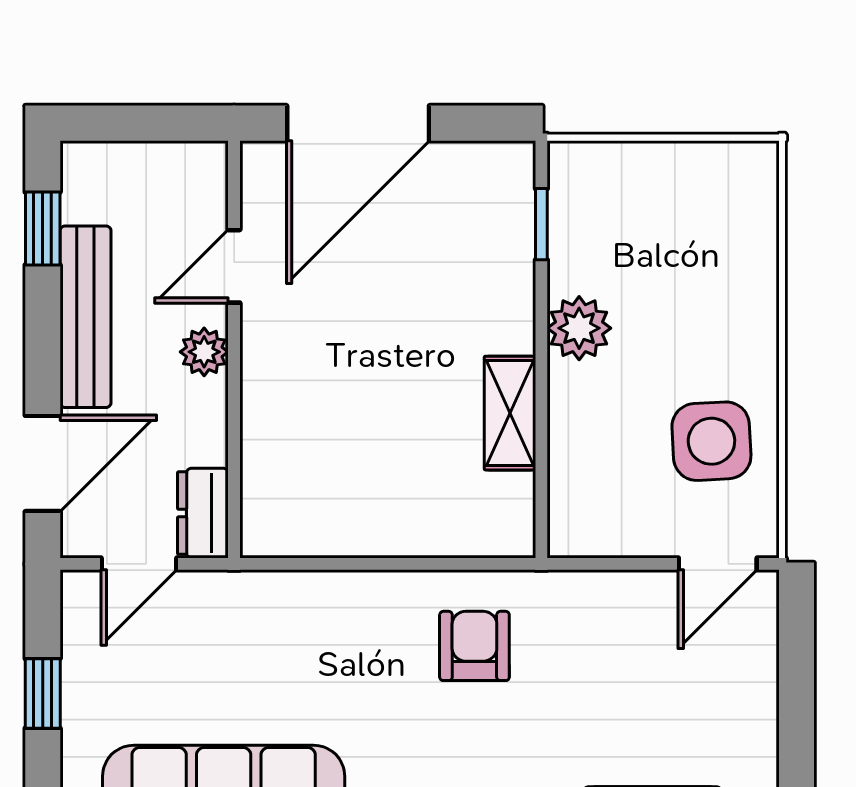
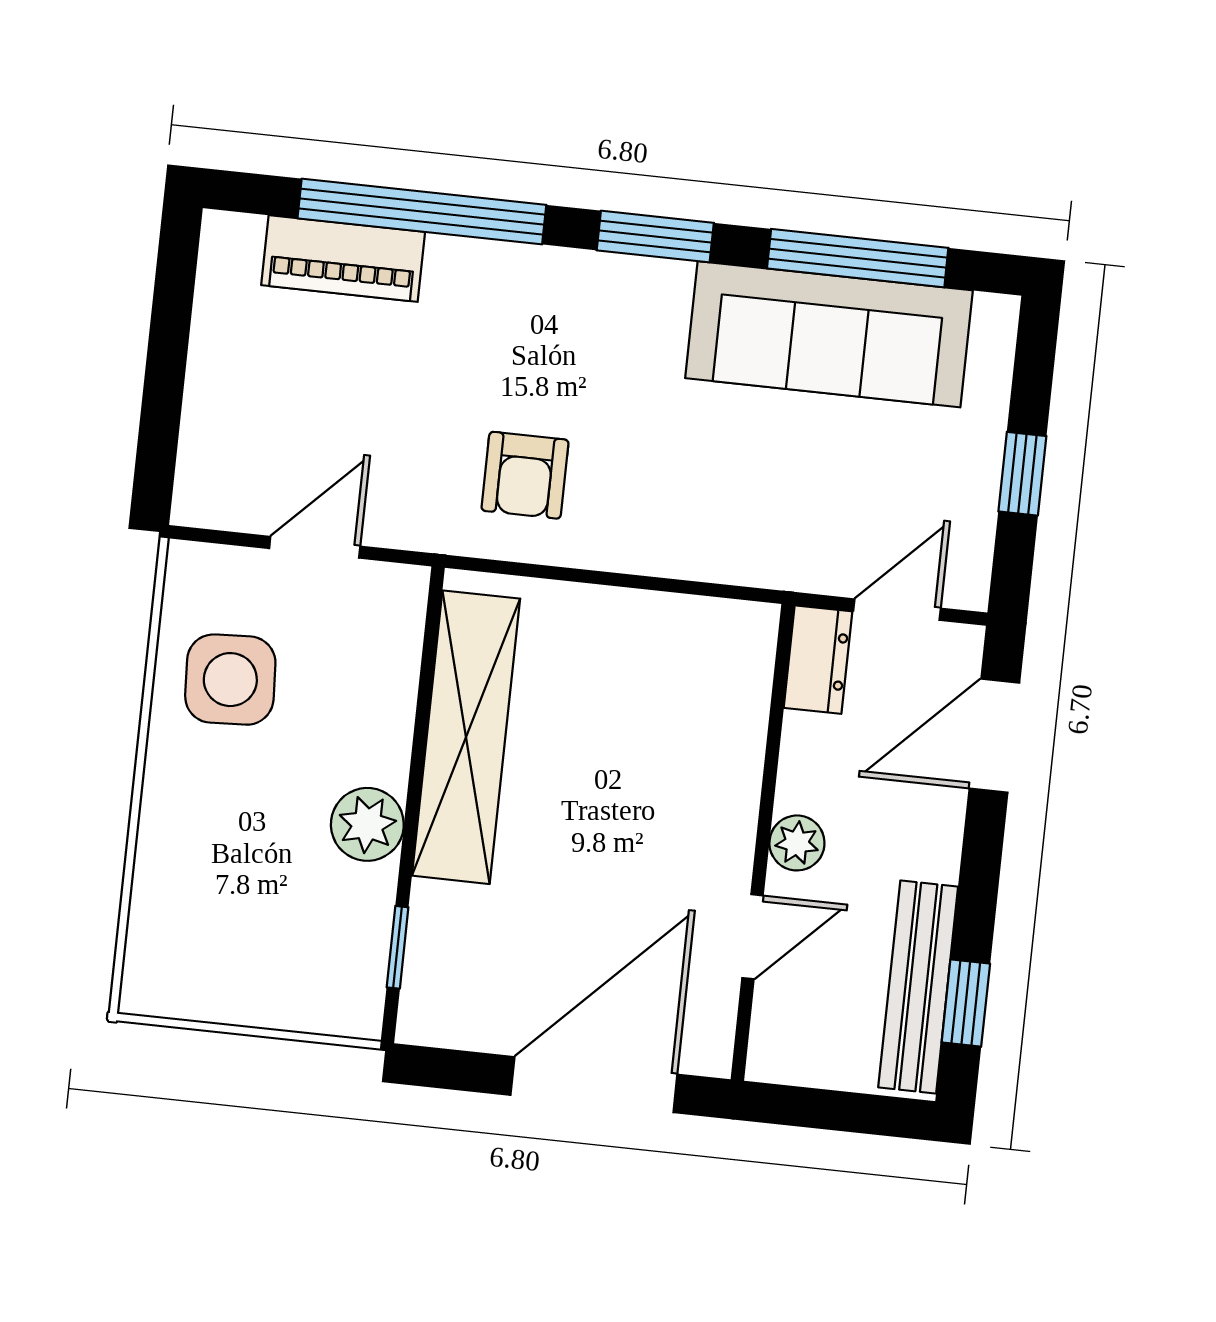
bench: (86, 317) -> (918, 987), moved
shelving: (510, 413) -> (466, 737), width x2.20, depth x1.33
door: (718, 564) -> (315, 547), moved

